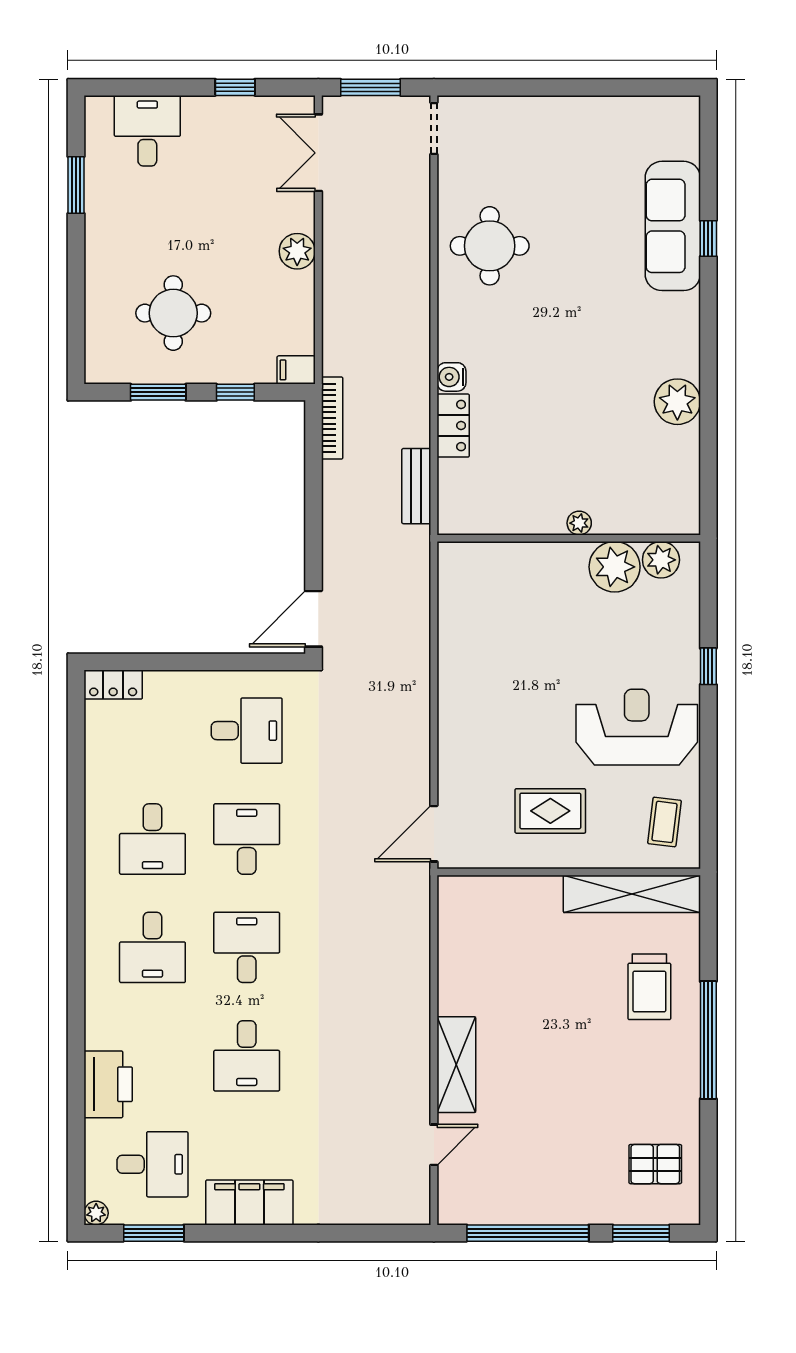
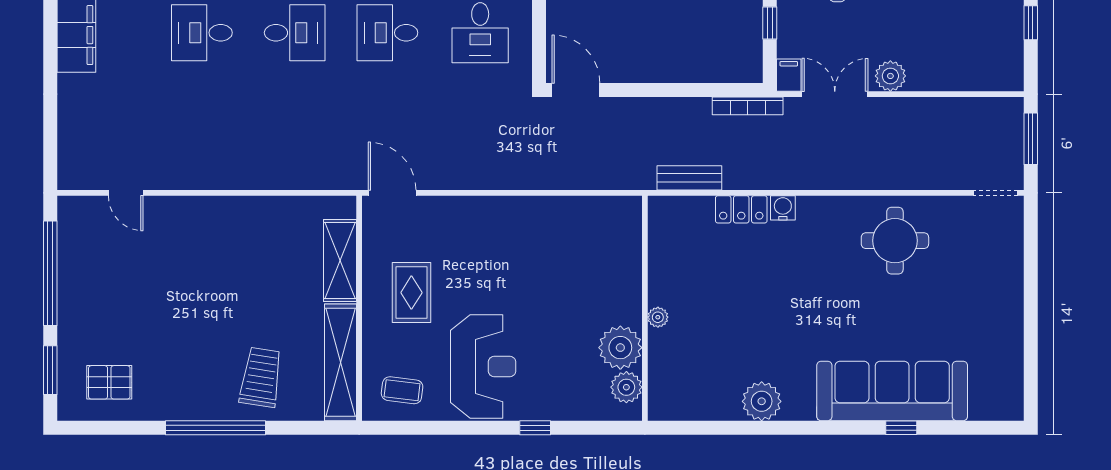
double door: (318, 153) -> (835, 94), moved
sofa: (673, 226) -> (892, 391), width x1.36, depth x1.27
desk: (247, 839) -> (387, 33), turned 180
trolley: (649, 987) -> (261, 377), turned 99
shelving: (456, 1065) -> (340, 260), moved, turned 90
pallet: (655, 1164) -> (109, 382), turned 90

